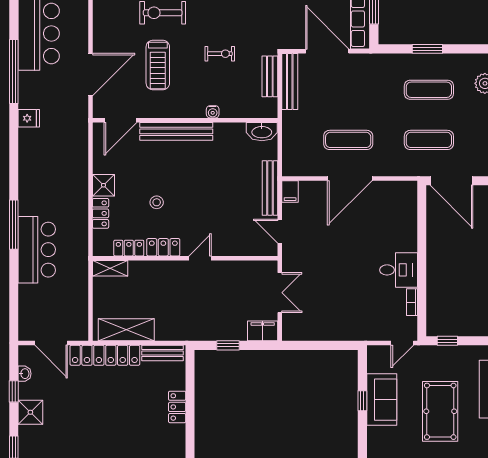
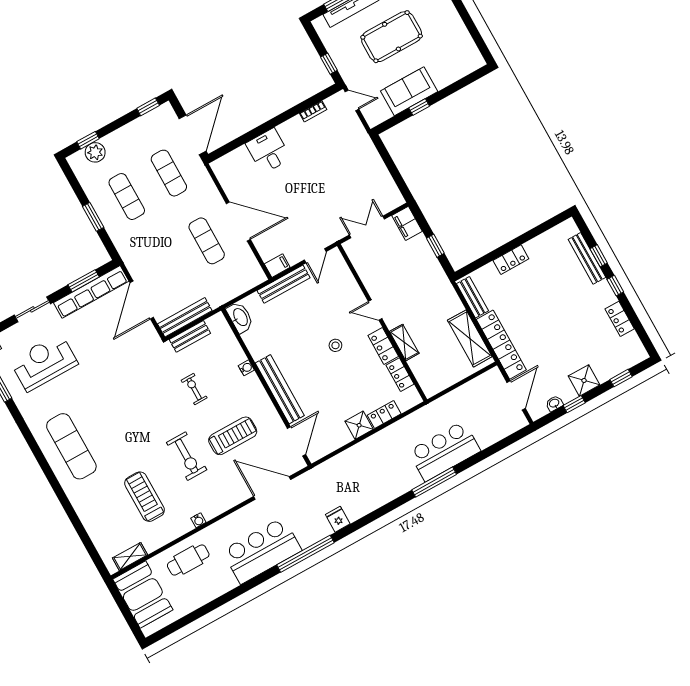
door: (120, 120) -> (296, 441), hinge flipped
stool: (157, 202) -> (335, 345), moved
shelving: (110, 268) -> (404, 342), moved
desk: (399, 270) -> (268, 151), moved

